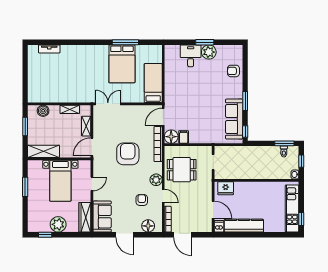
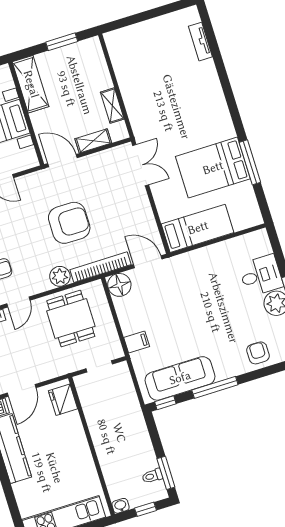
window: (245, 101) -> (215, 387), width x1.44
boiler: (43, 111) -> (96, 63), removed
filing cabinet: (184, 137) -> (137, 342), moved
plant: (156, 180) -> (60, 276), moved

